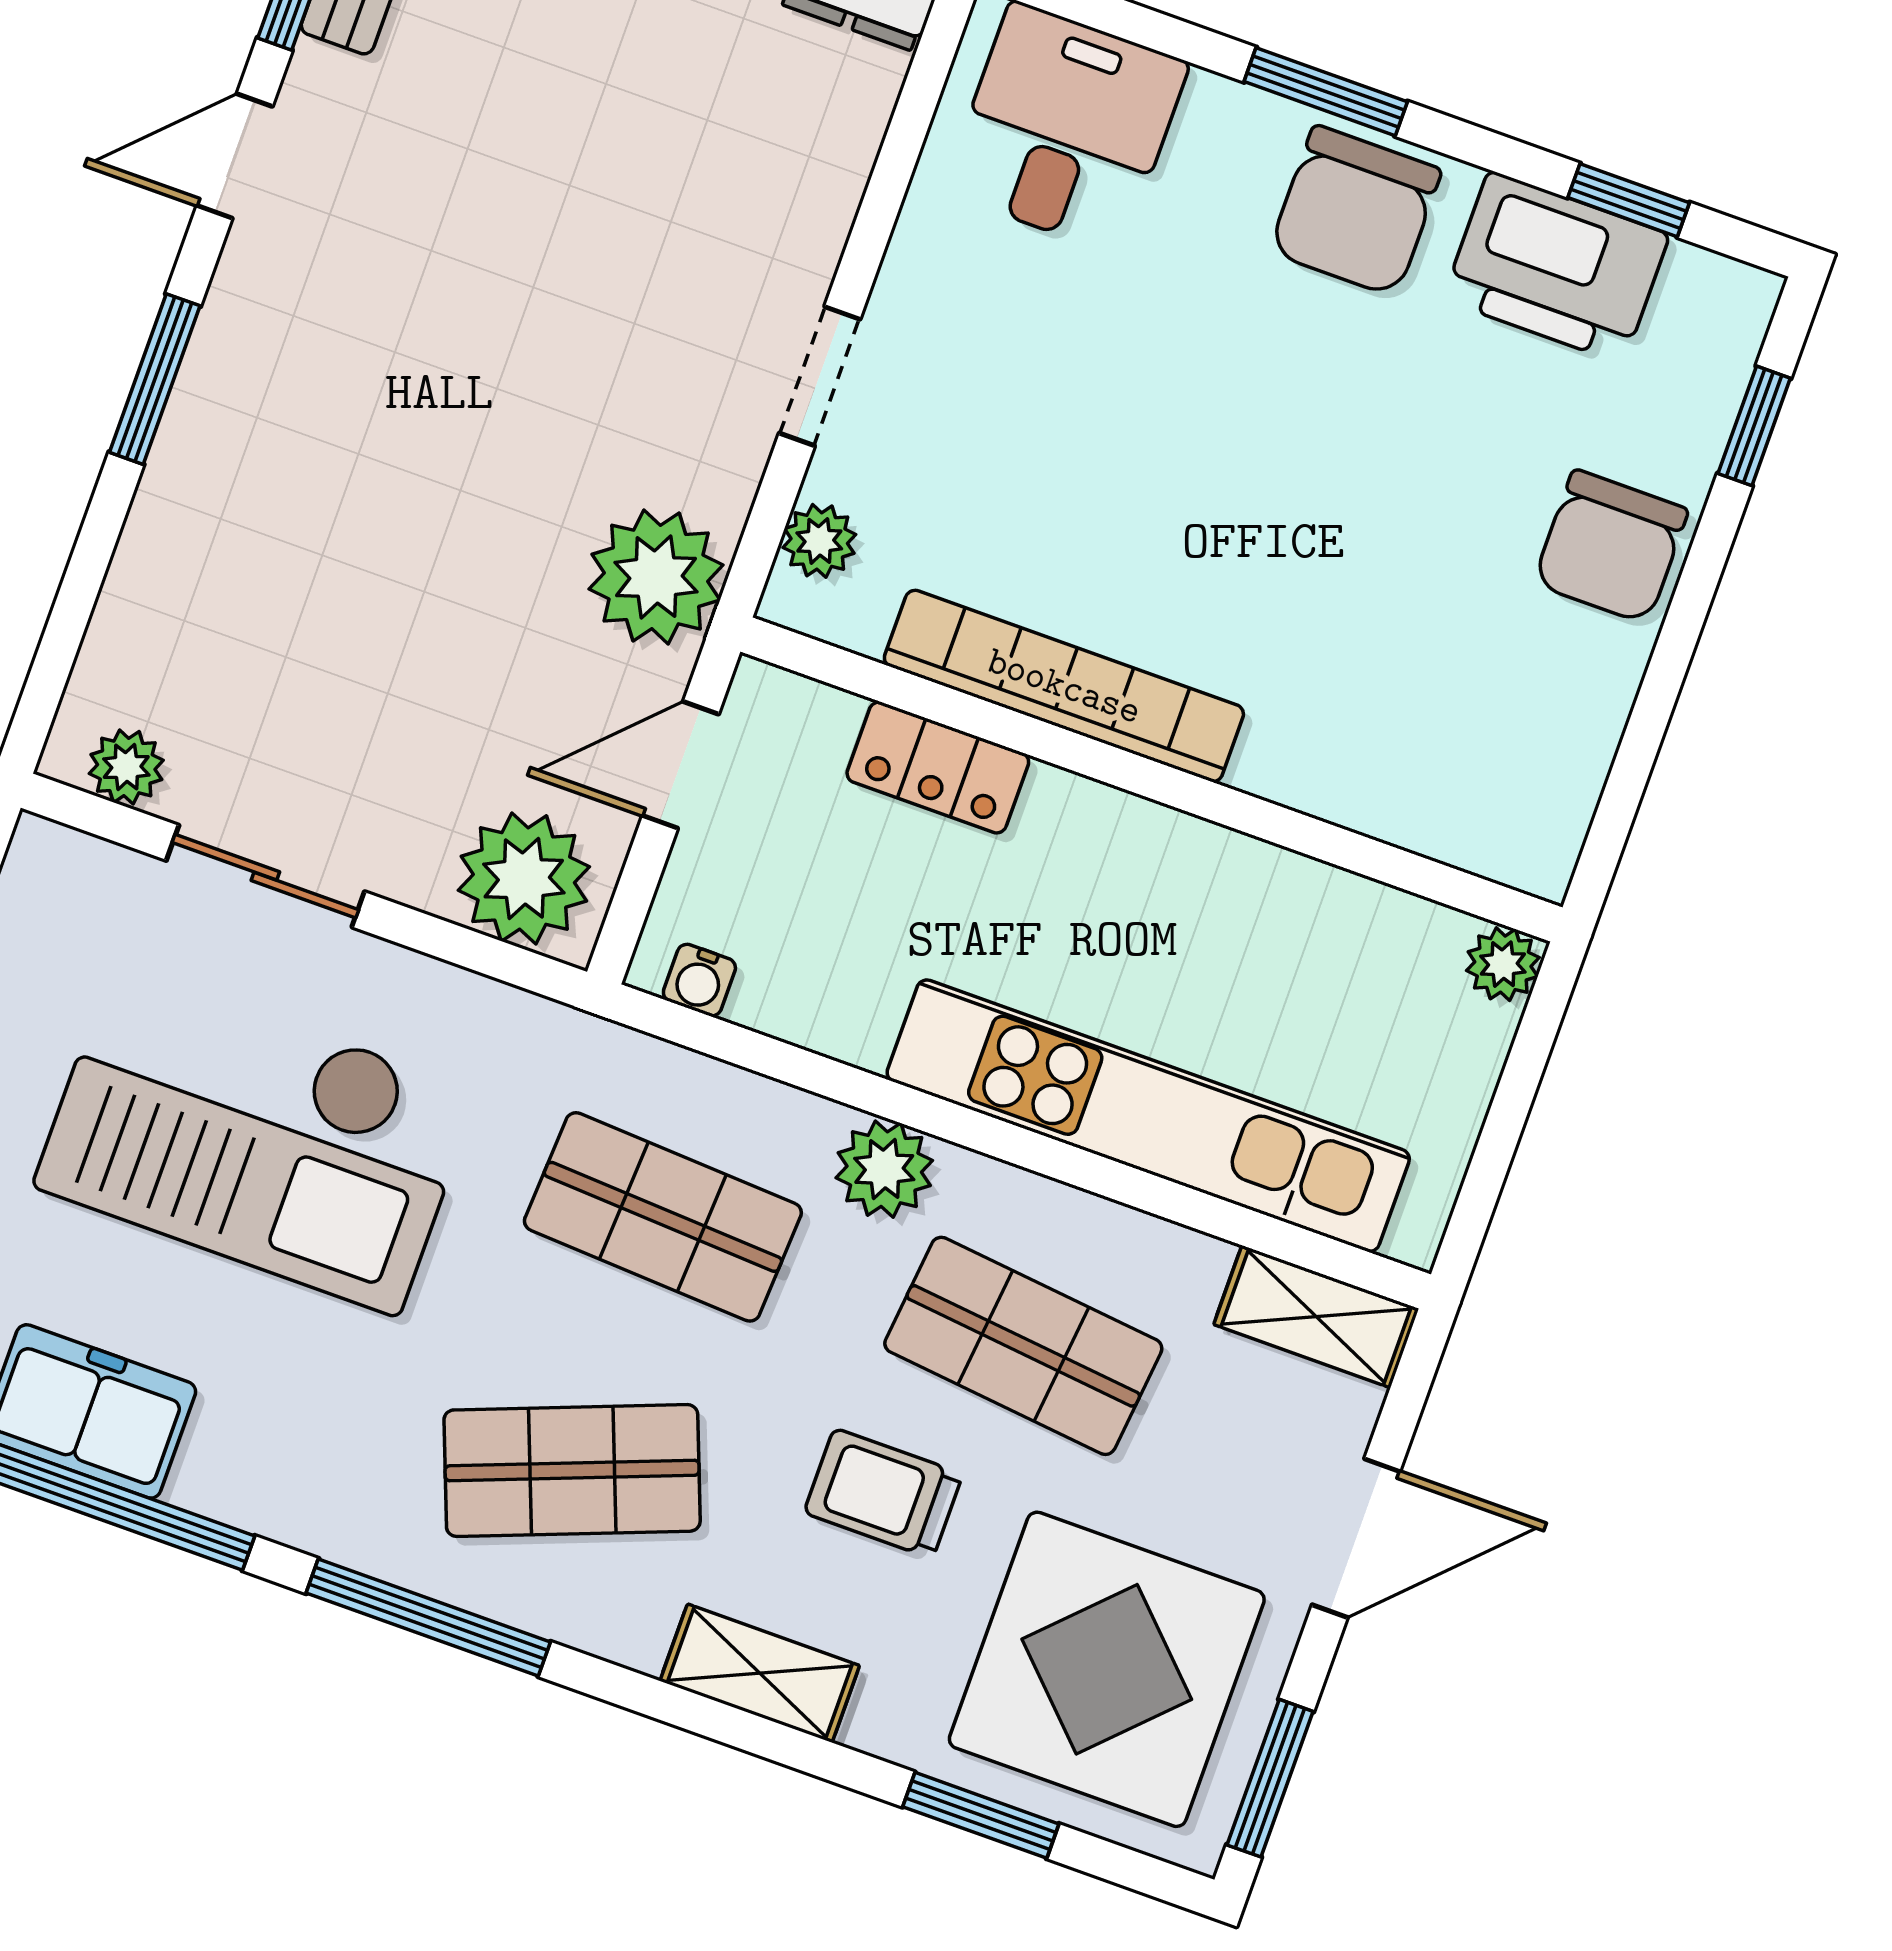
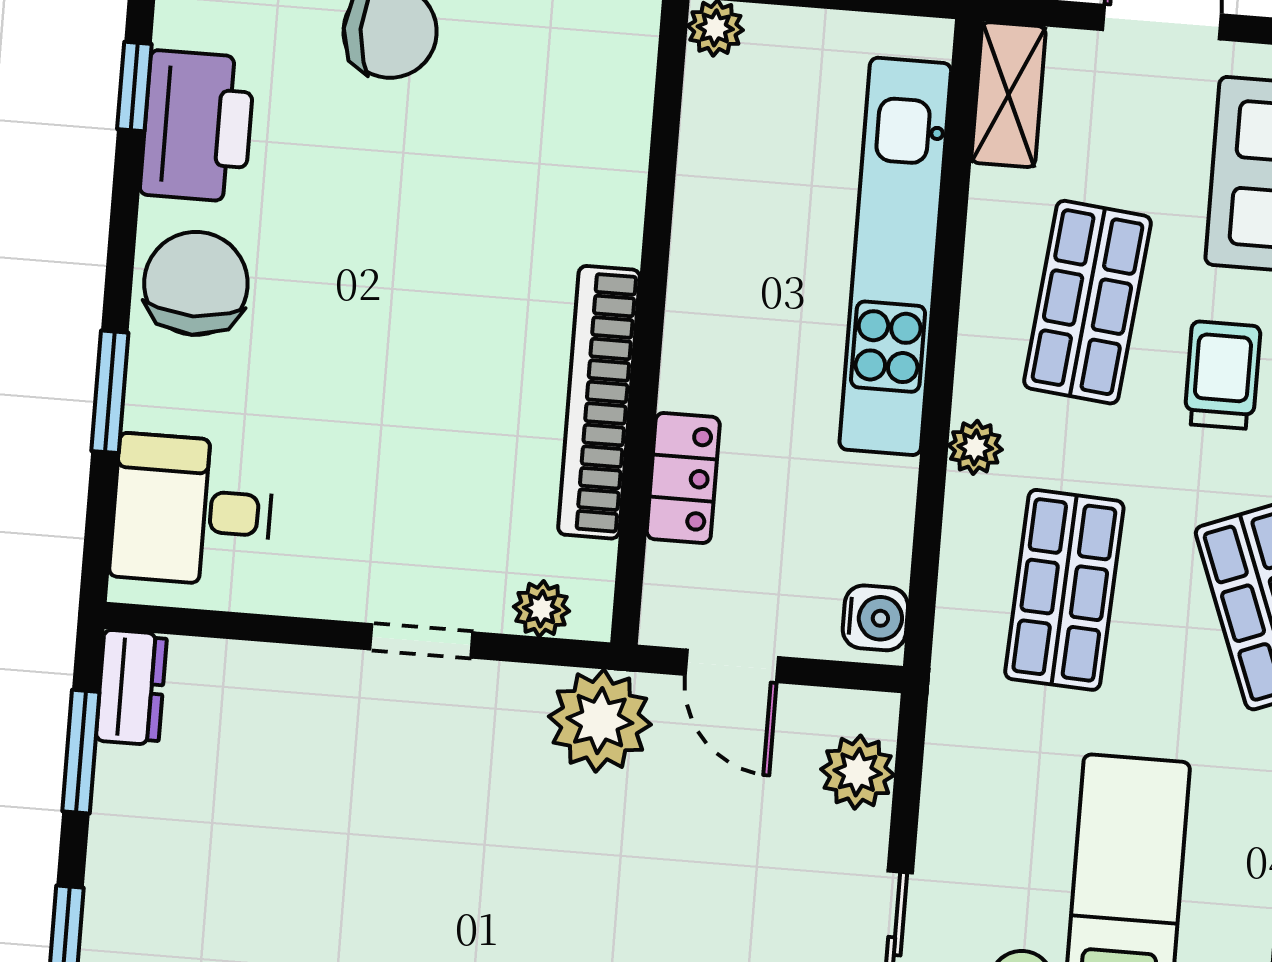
window: (1326, 92) -> (110, 392), moved
chair: (1355, 211) -> (196, 283), turned -90
plant: (524, 879) -> (858, 772), width x0.73, depth x0.73
water cooler: (699, 980) -> (875, 618), width x1.38, depth x1.38
plant: (884, 1169) -> (975, 447), width x0.73, depth x0.73
trolley: (883, 1493) -> (1222, 375), turned 180

